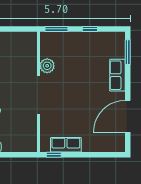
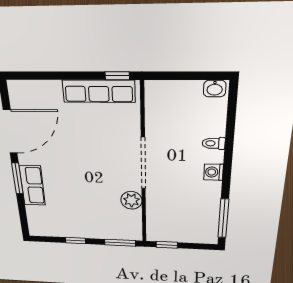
window: (22, 29) -> (167, 245), added
window: (128, 52) -> (17, 178), moved
row of seats: (66, 145) -> (99, 91), width x1.48

